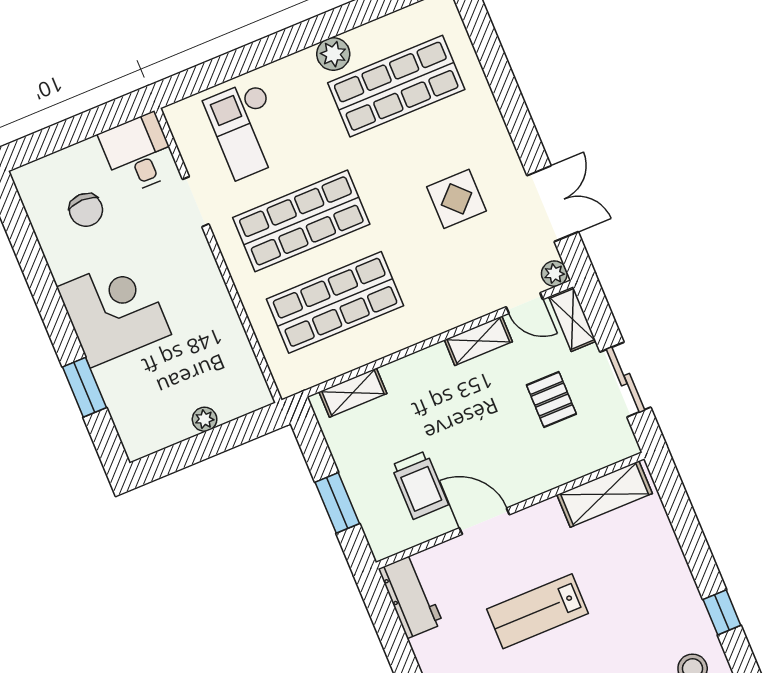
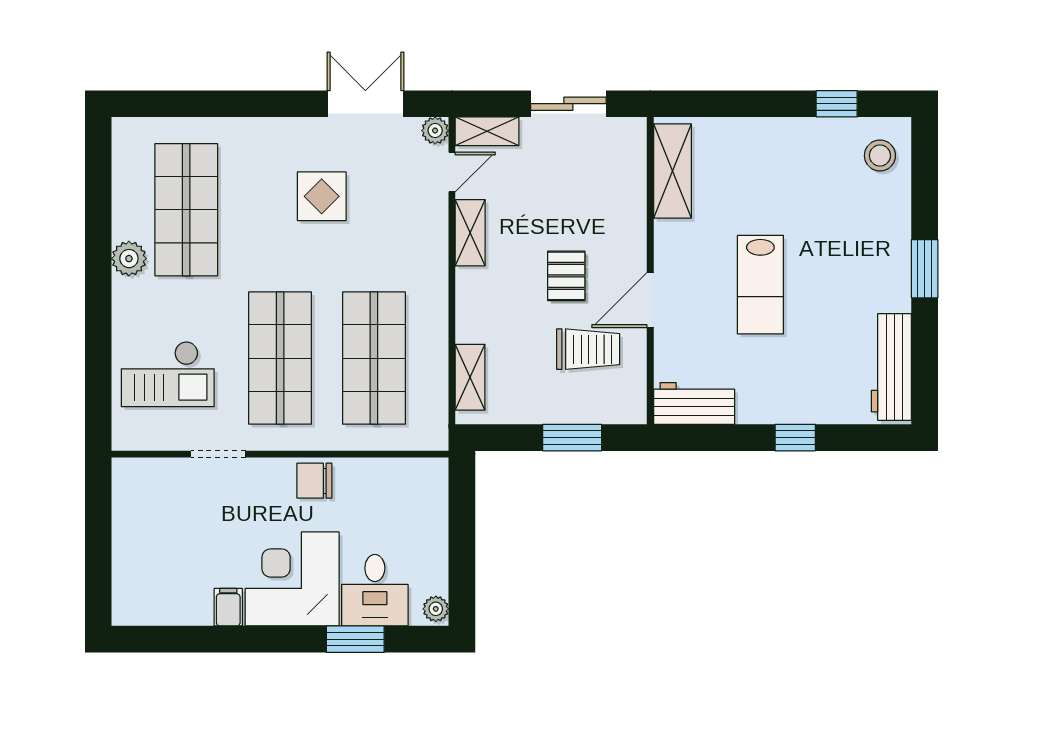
desk: (139, 153) -> (375, 590), moved, turned -90
chair: (86, 210) -> (314, 481), moved, turned 180
filing cabinet: (67, 265) -> (228, 607), added
pallet: (551, 400) -> (566, 276), moved, turned 90
plant: (205, 419) -> (436, 609), moved

